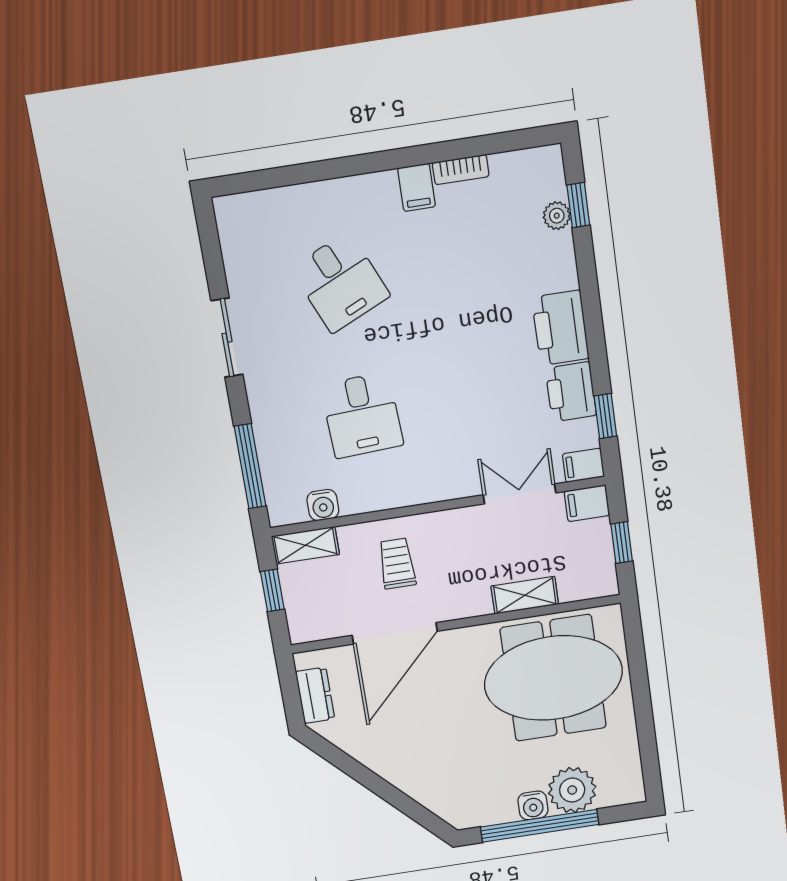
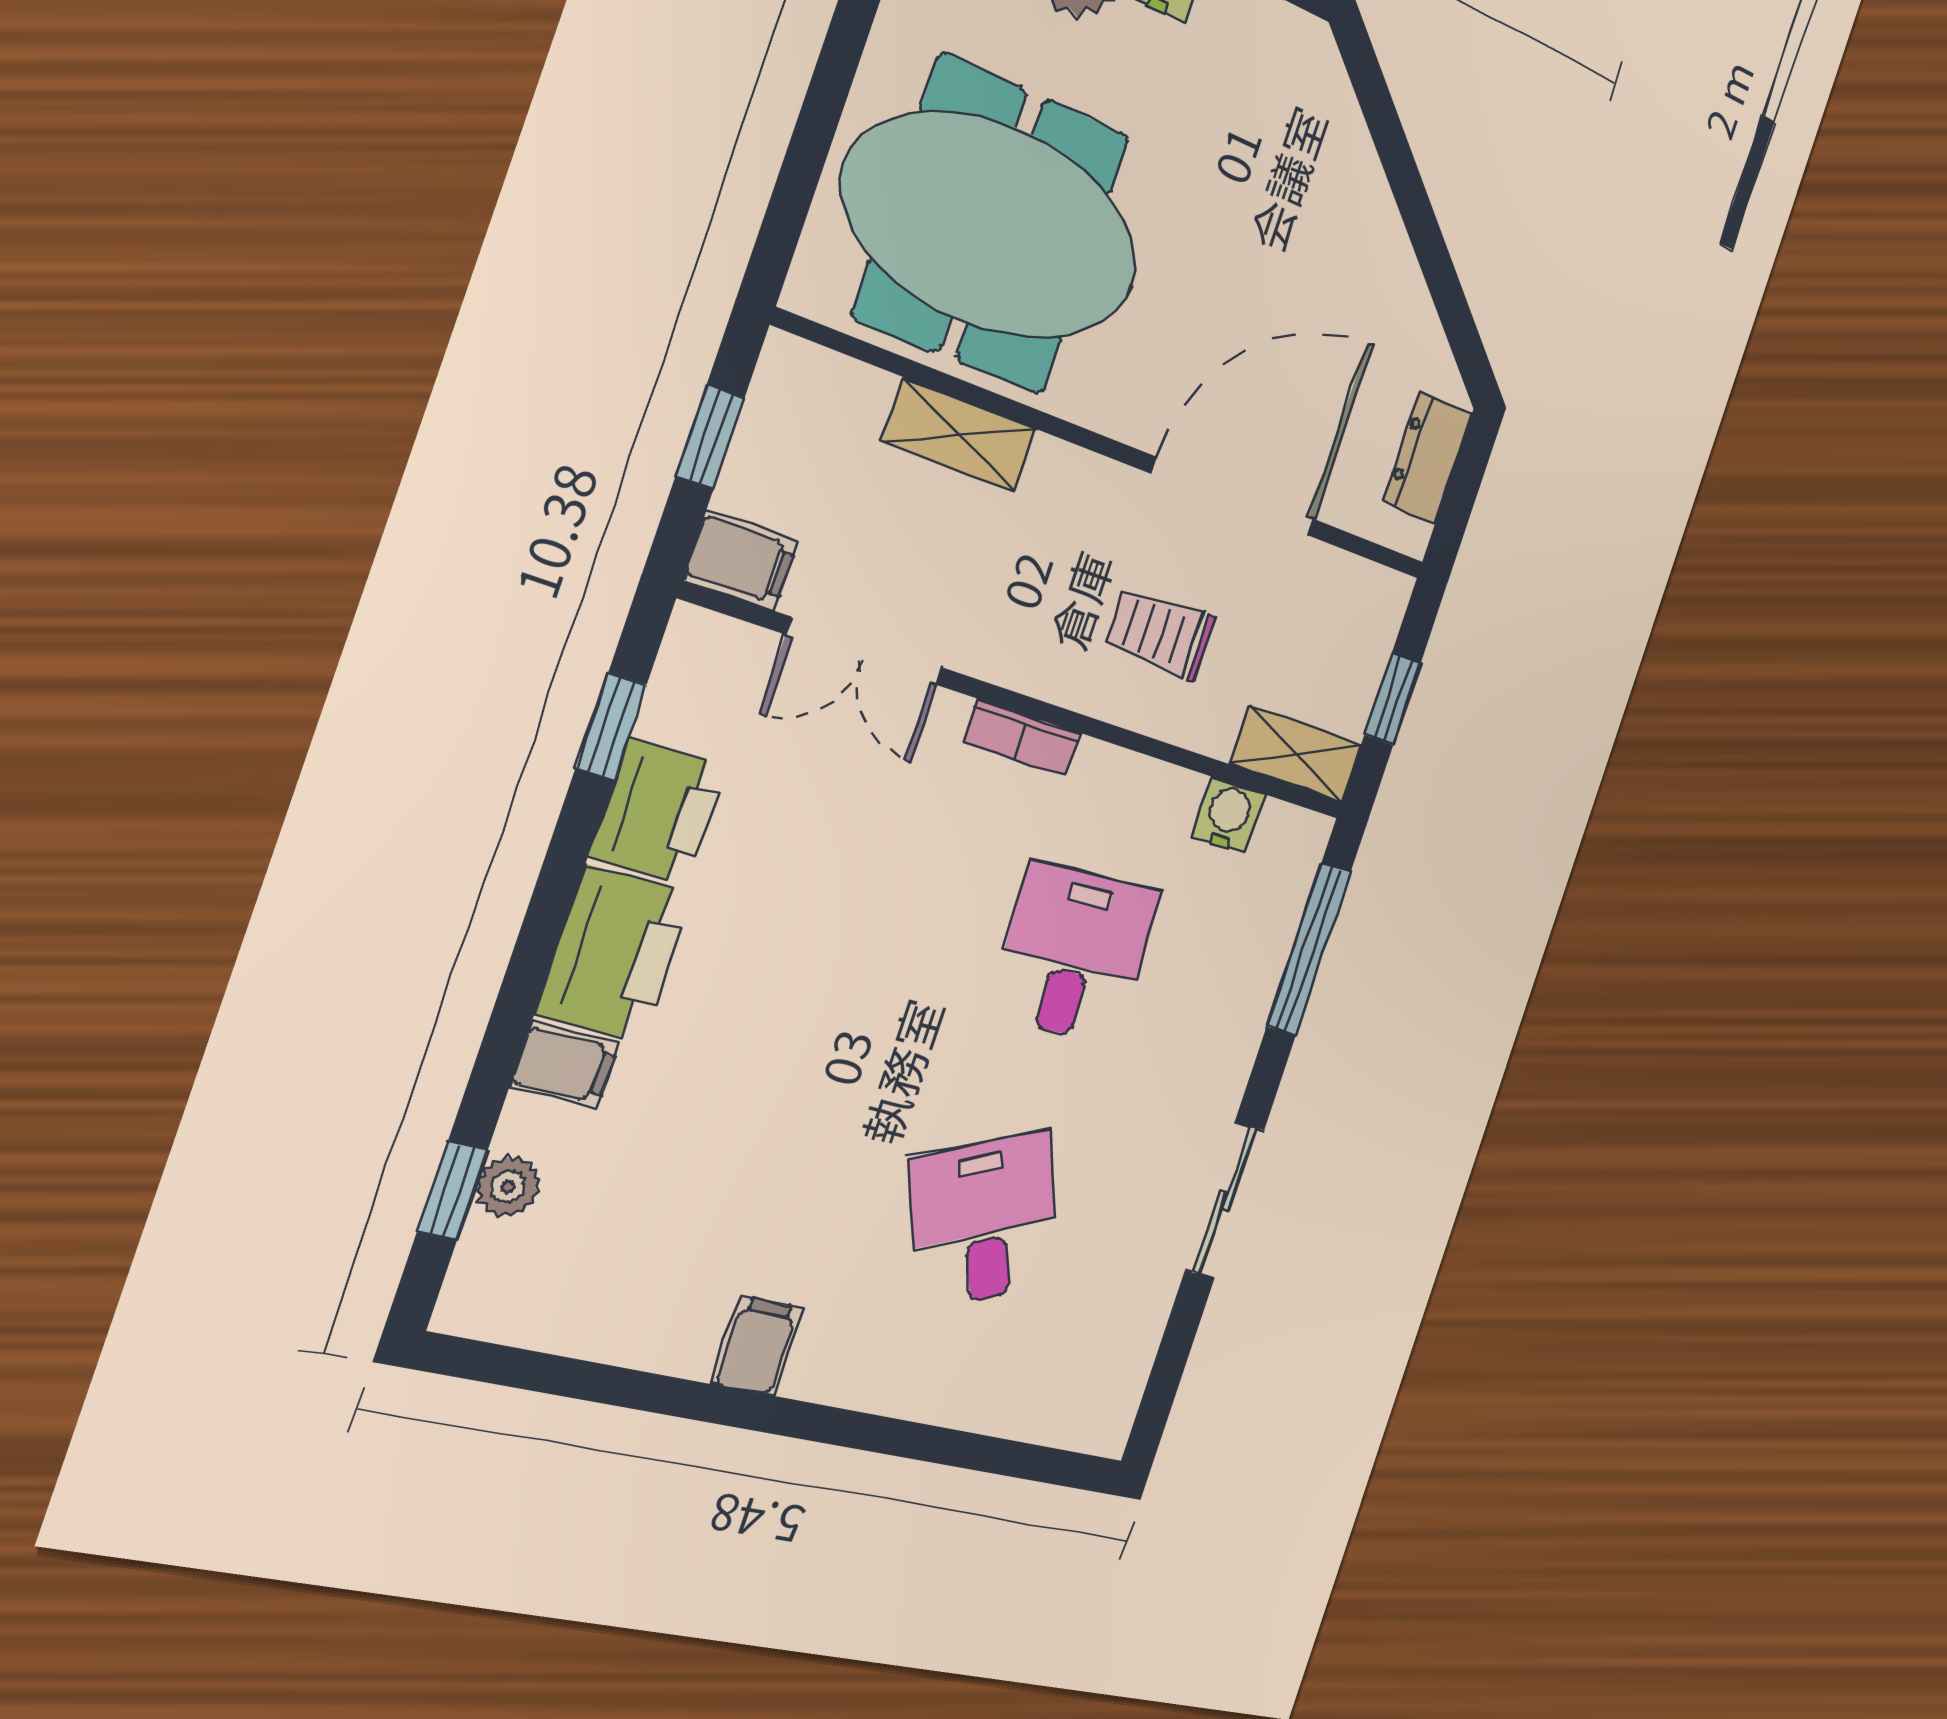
bookcase: (461, 170) -> (1022, 738), moved, turned 180
filing cabinet: (583, 465) -> (565, 1065), moved
trolley: (397, 564) -> (1160, 633), turned 90

